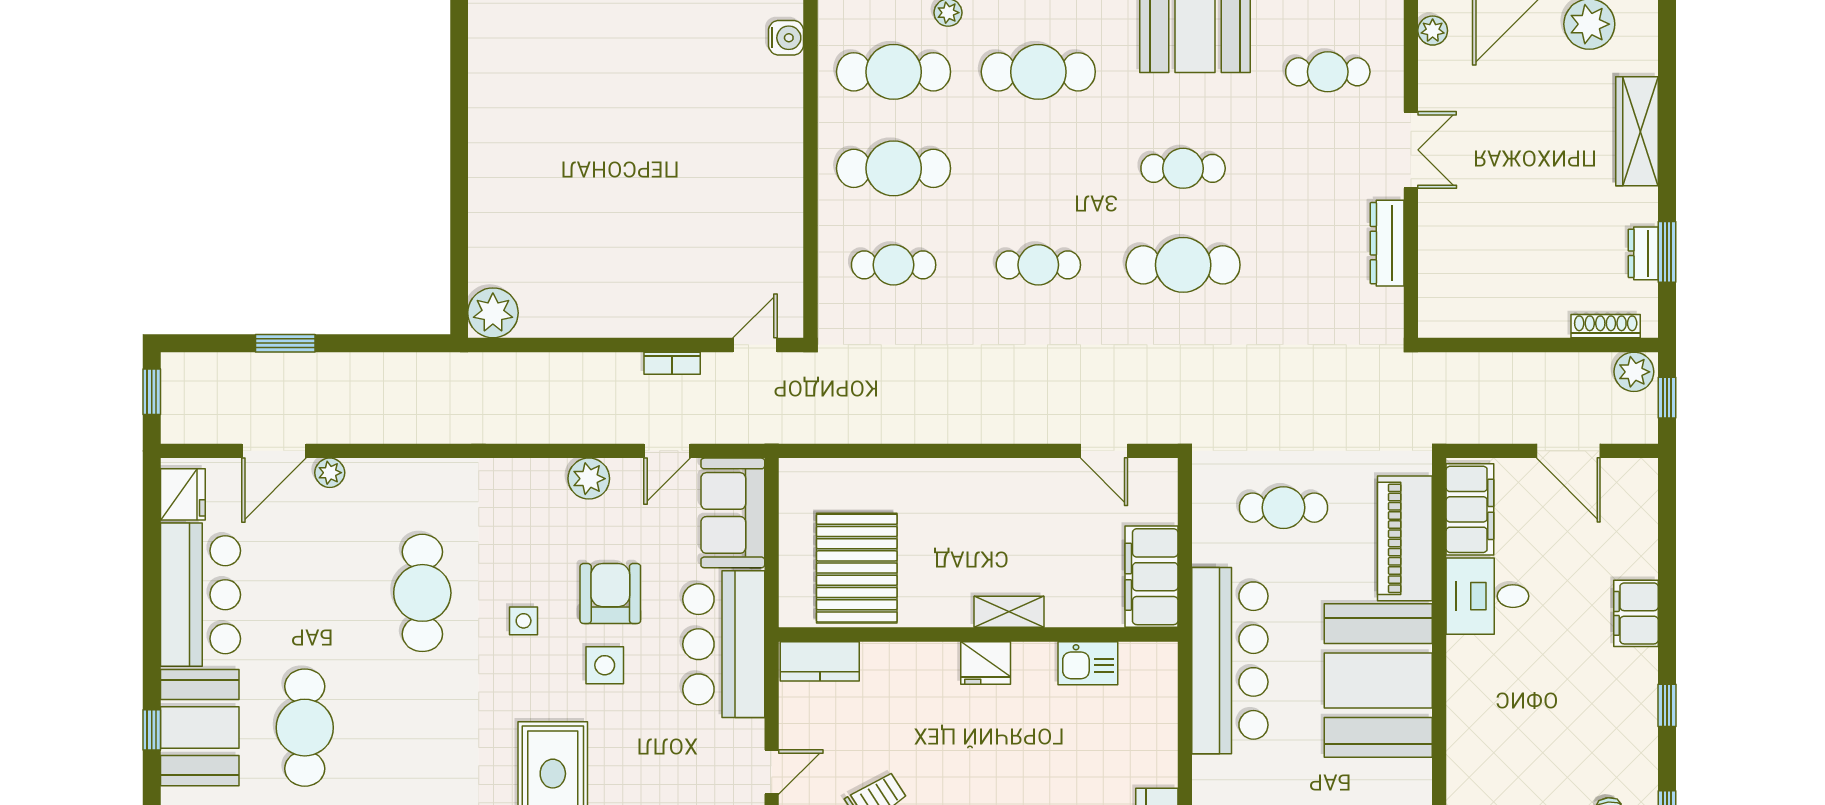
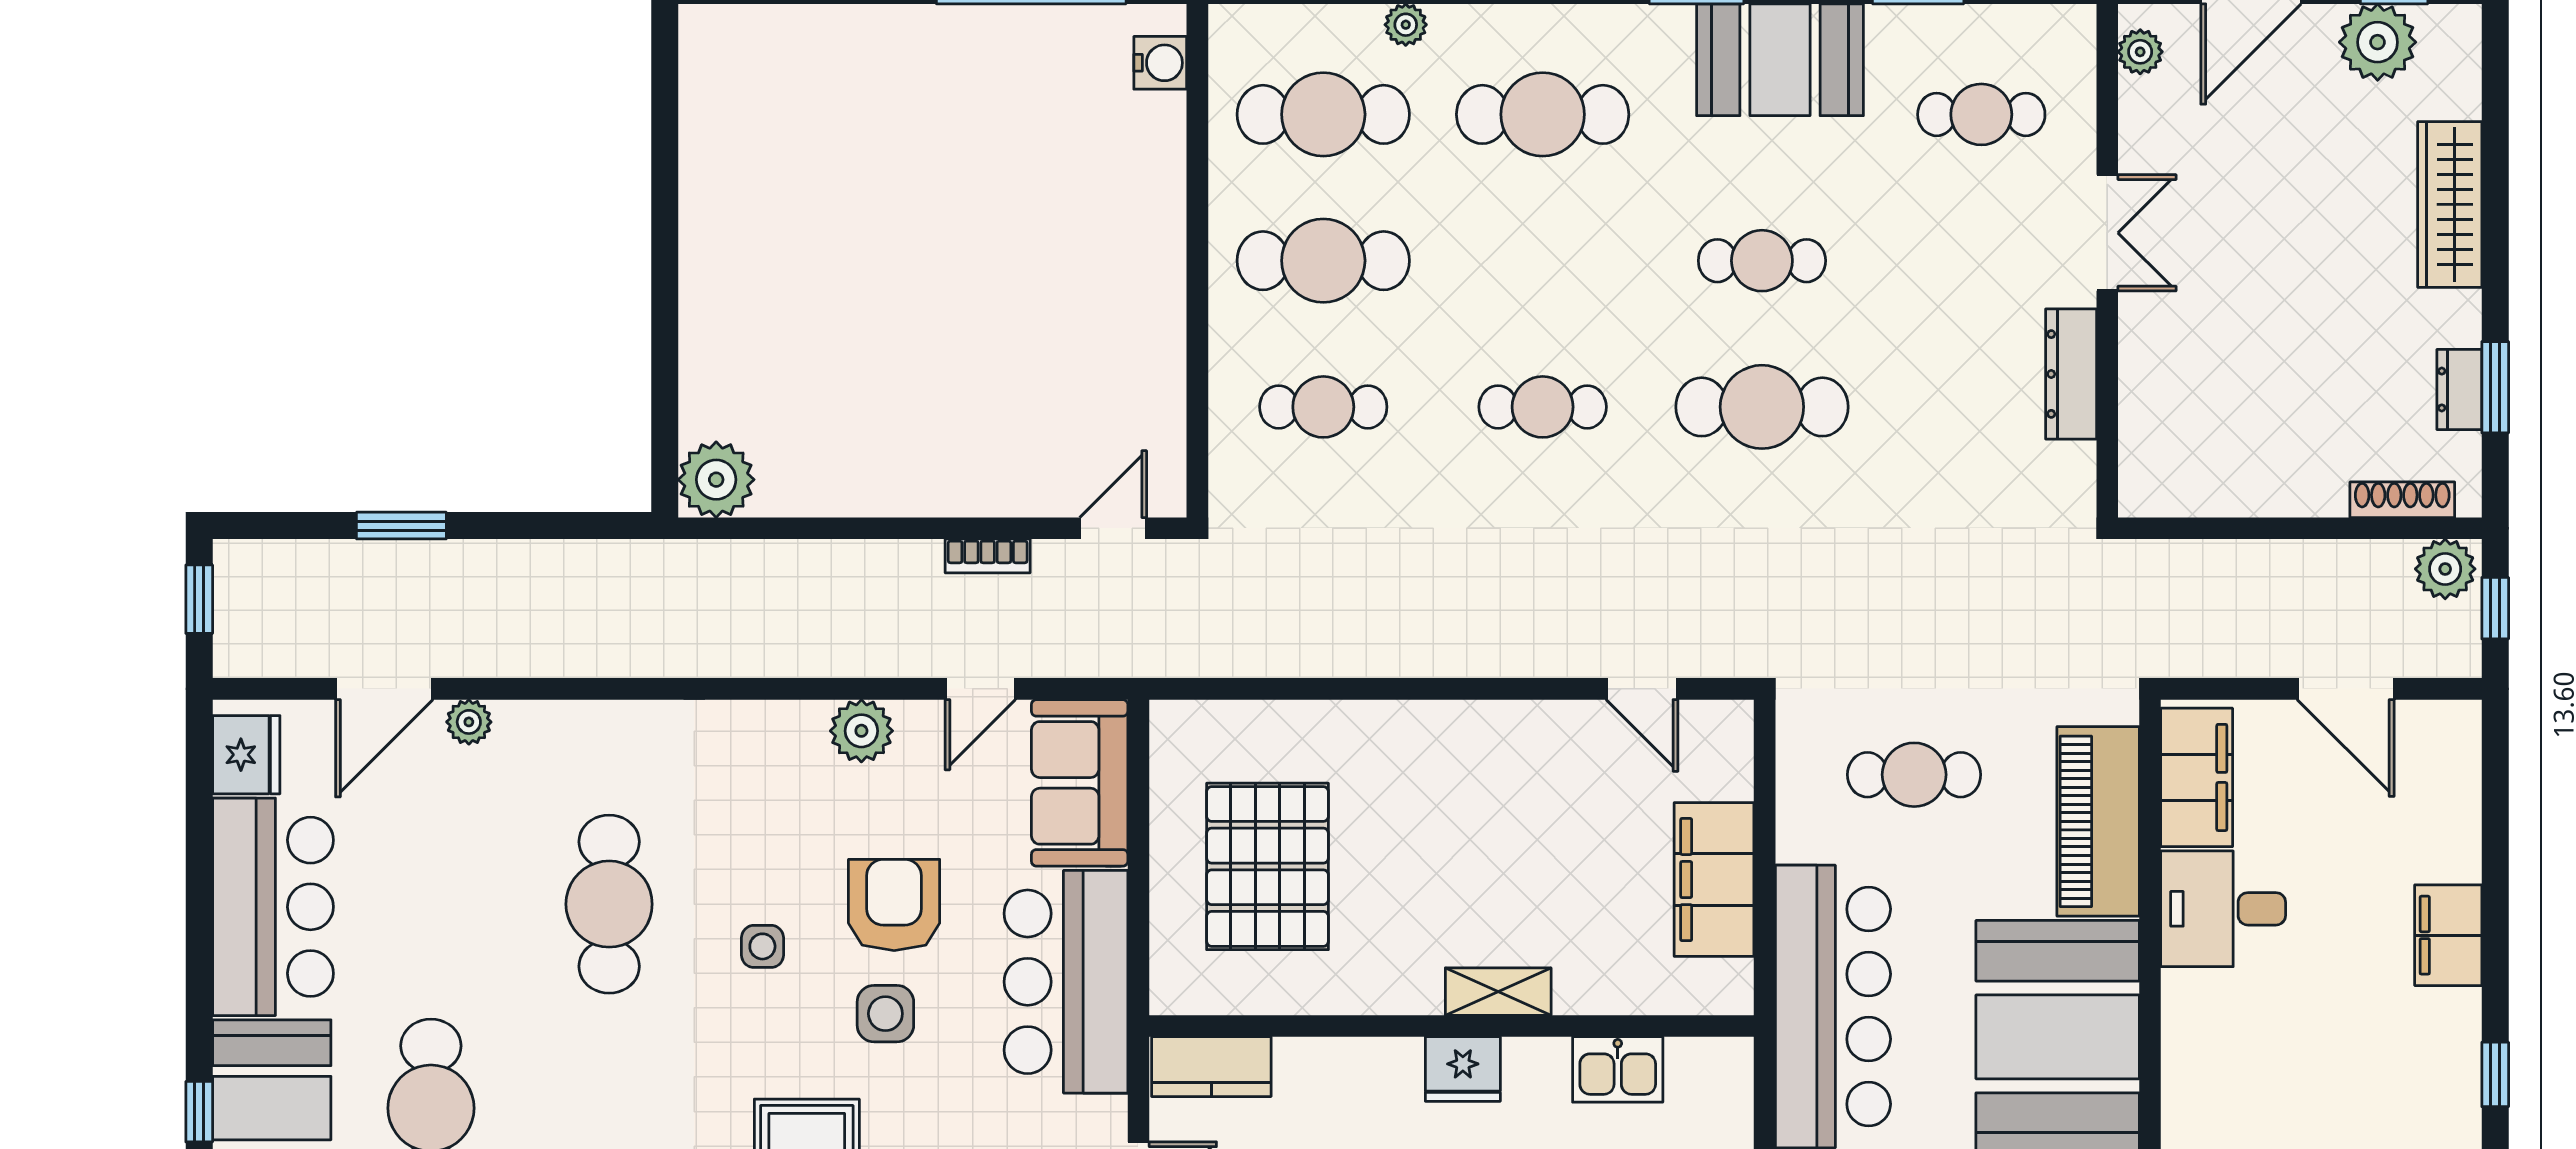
shelving: (1009, 612) -> (1498, 992), moved
wall: (978, 635) -> (1452, 1026), moved
kitchen counter: (820, 661) -> (1211, 1067), moved
fridge: (986, 663) -> (1463, 1069), moved
kitchen sink: (1088, 663) -> (1618, 1069), moved

